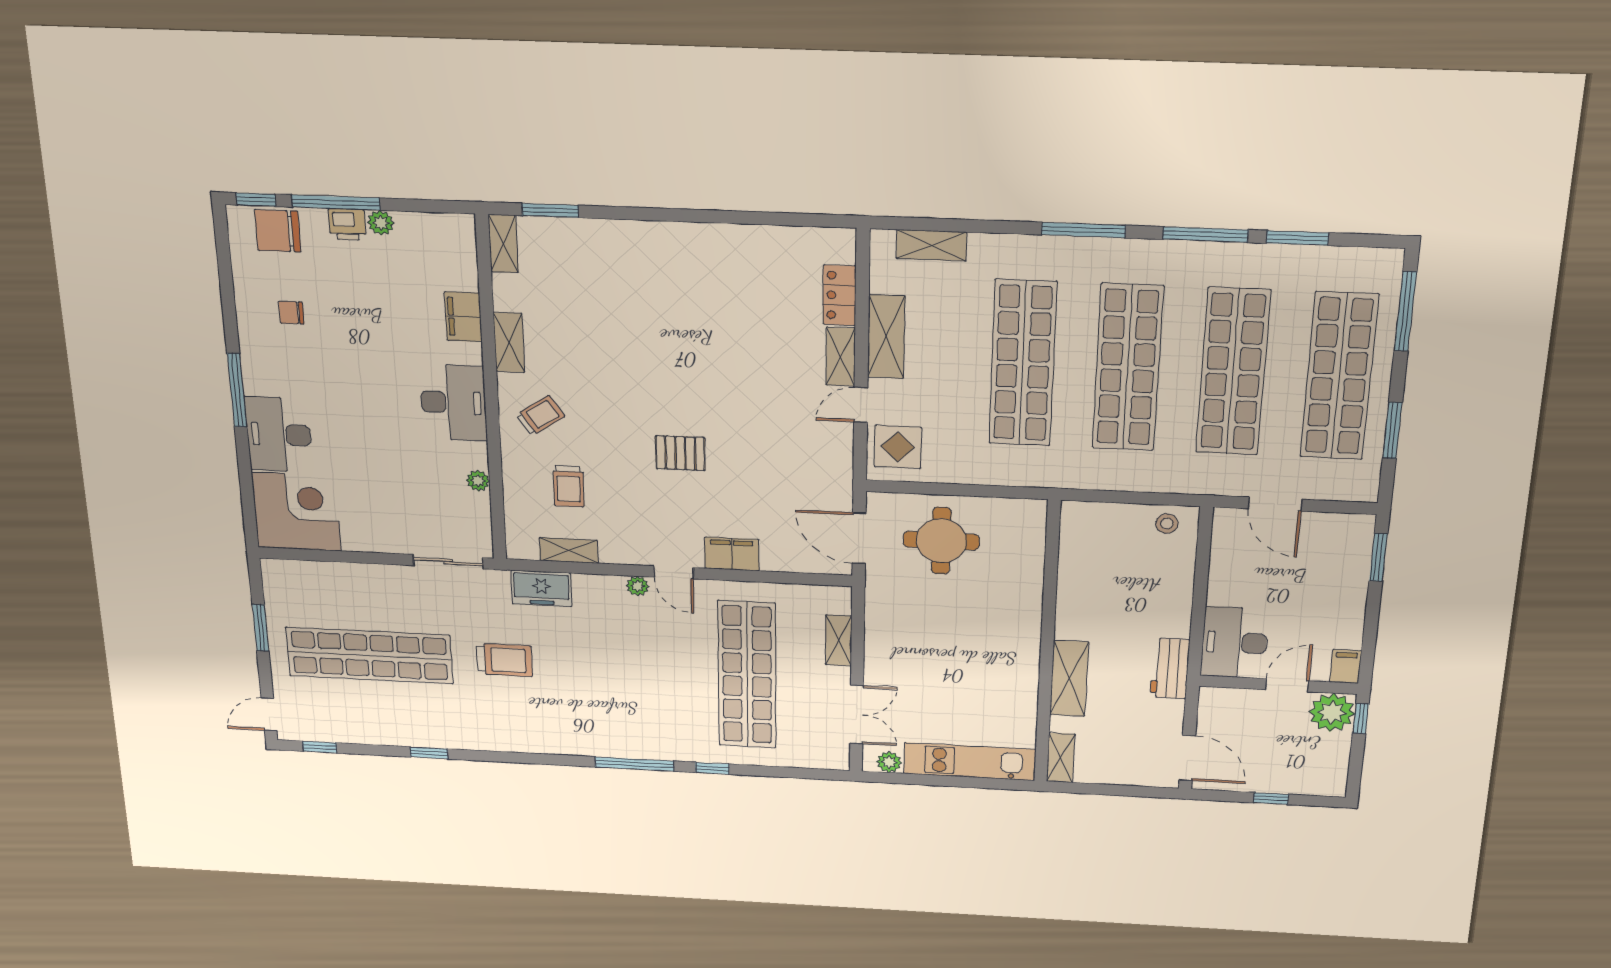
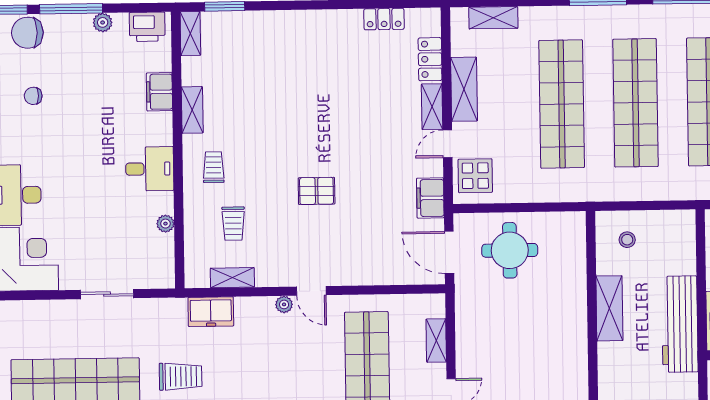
printer: (347, 224) -> (147, 27), moved, width x1.36, depth x1.24
locker: (775, 239) -> (384, 19), added
desk: (453, 403) -> (150, 169), width x0.73
trolley: (540, 416) -> (214, 167), turned -56
stool: (1167, 524) -> (627, 240), moved
filing cabinet: (732, 554) -> (430, 198), moved, turned -90
sliding door: (448, 562) -> (107, 294), moved
workbench: (1170, 668) -> (680, 324), width x1.88, depth x1.32
shelving: (1069, 678) -> (609, 308), moved

